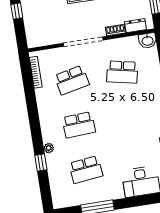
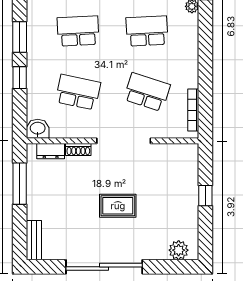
school desk: (72, 80) -> (147, 92), turned 30
school desk: (129, 117) -> (78, 31), added

